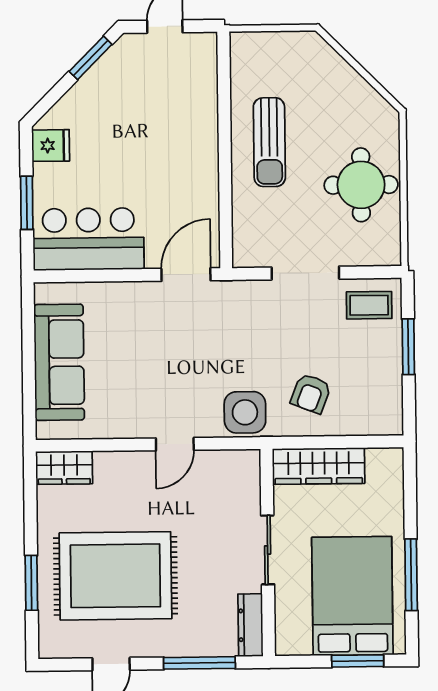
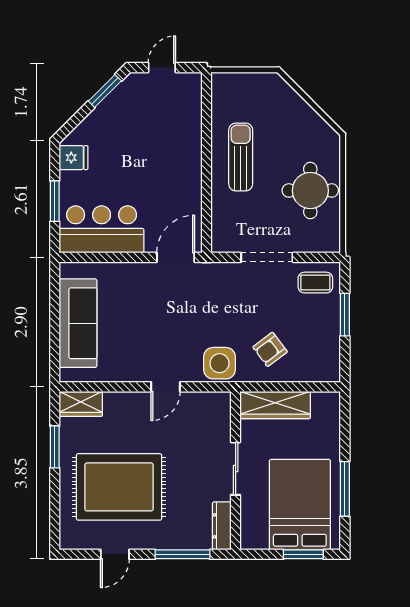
sun lounger: (269, 142) -> (241, 157), turned 180
armchair: (311, 394) -> (270, 349), turned 32
window: (31, 583) -> (55, 447), moved

